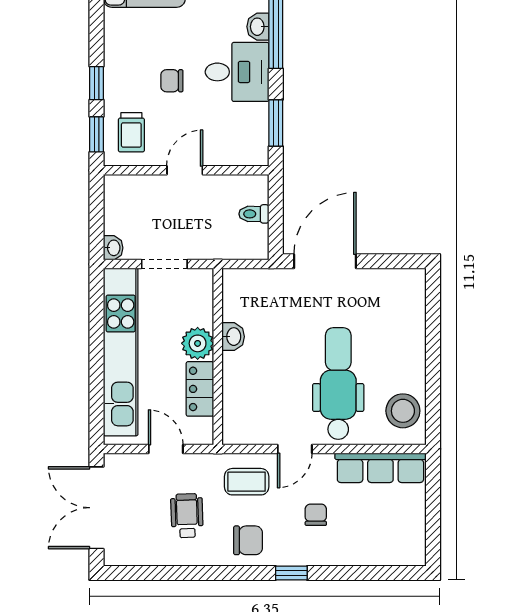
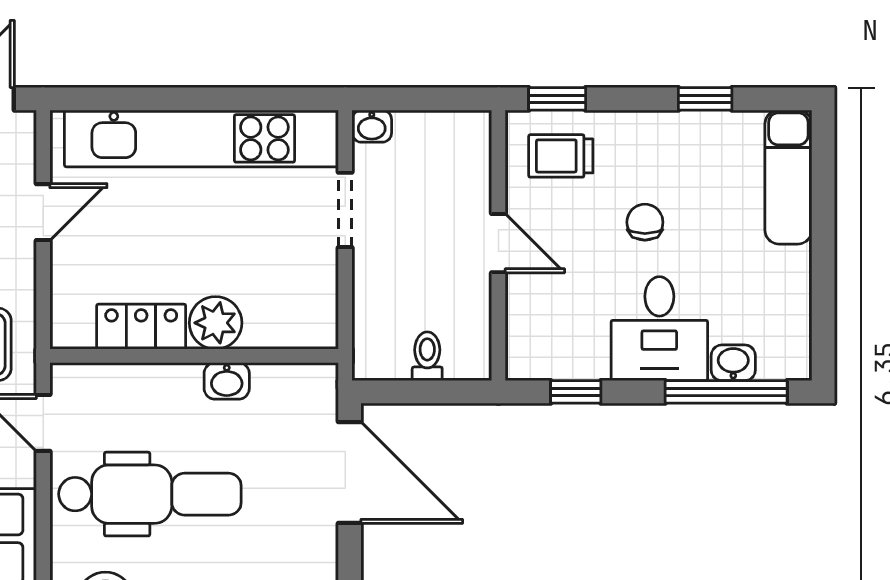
window: (96, 83) -> (705, 99), moved
window: (276, 123) -> (576, 392), width x0.67
washbasin: (233, 337) -> (227, 381), moved
plant: (198, 343) -> (216, 323), moved
wall: (218, 357) -> (194, 356), moved
locker: (200, 389) -> (141, 327), moved

